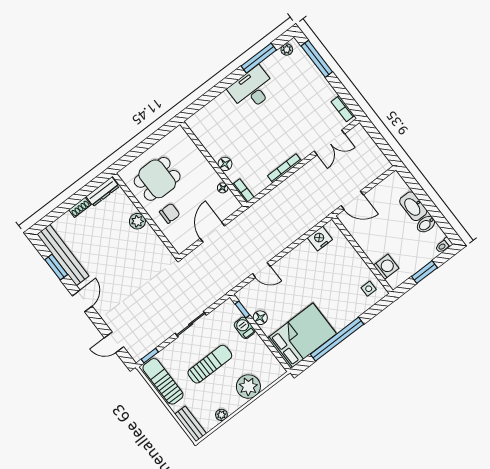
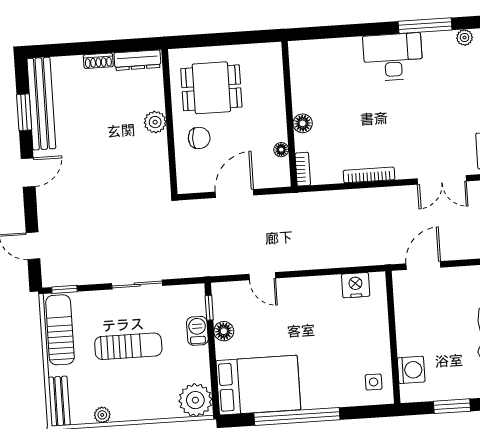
door: (352, 200) -> (423, 265), swing flipped
plant: (248, 387) -> (195, 400), moved

